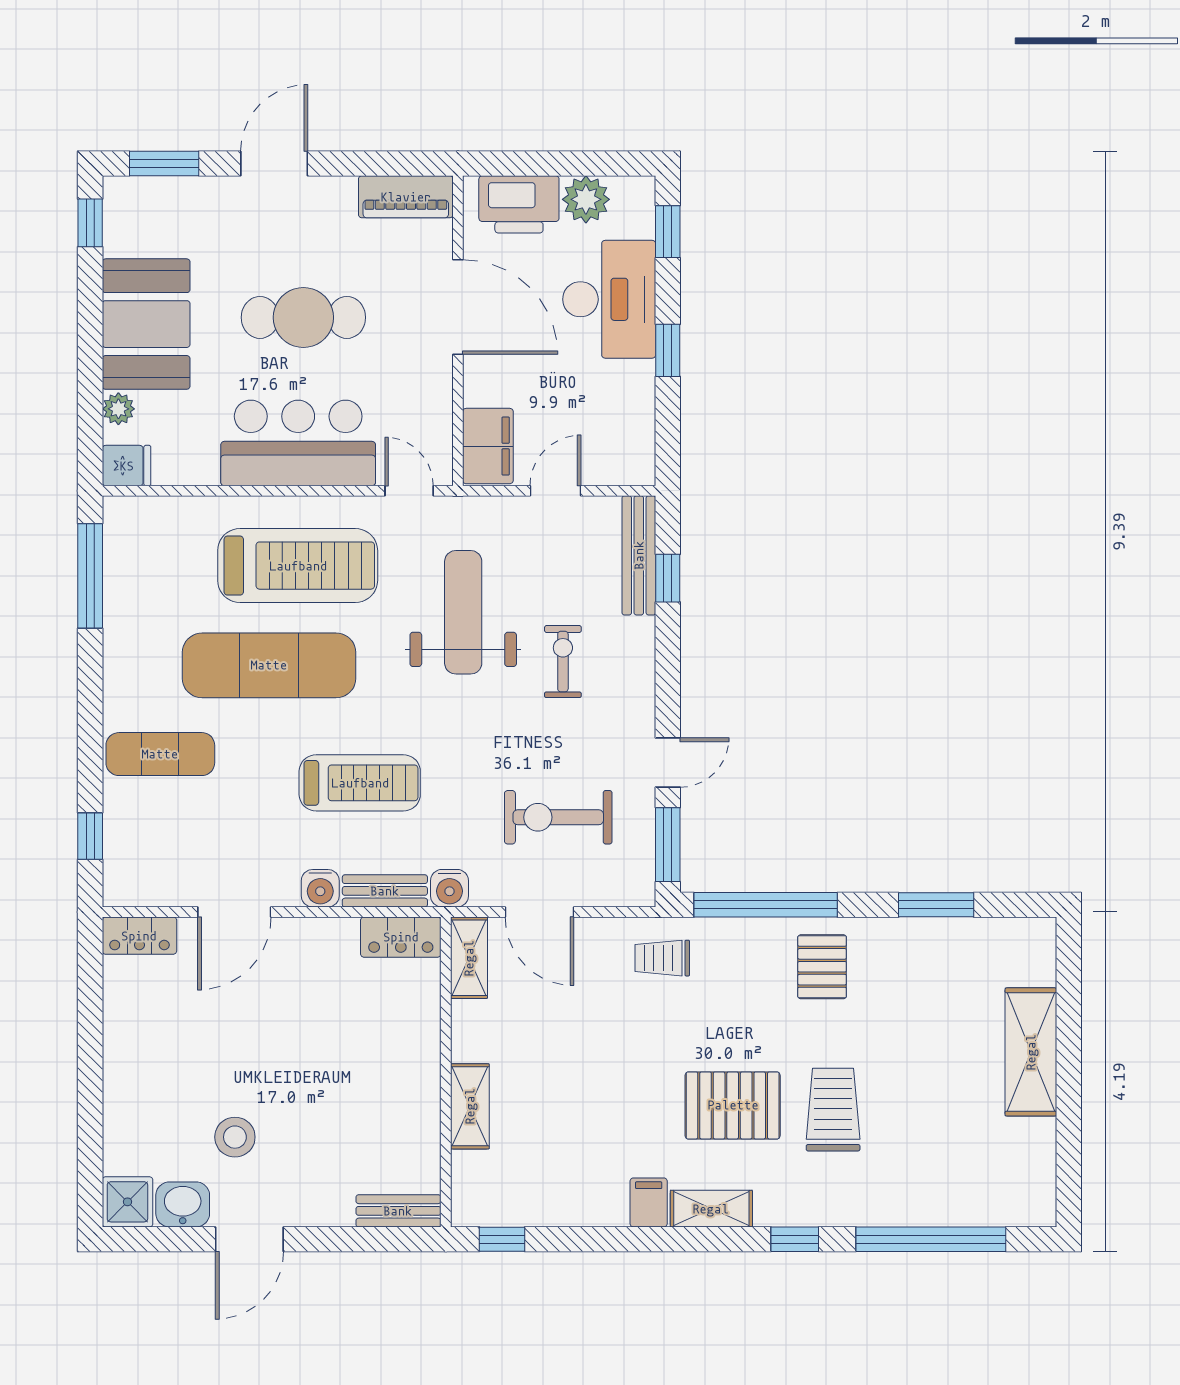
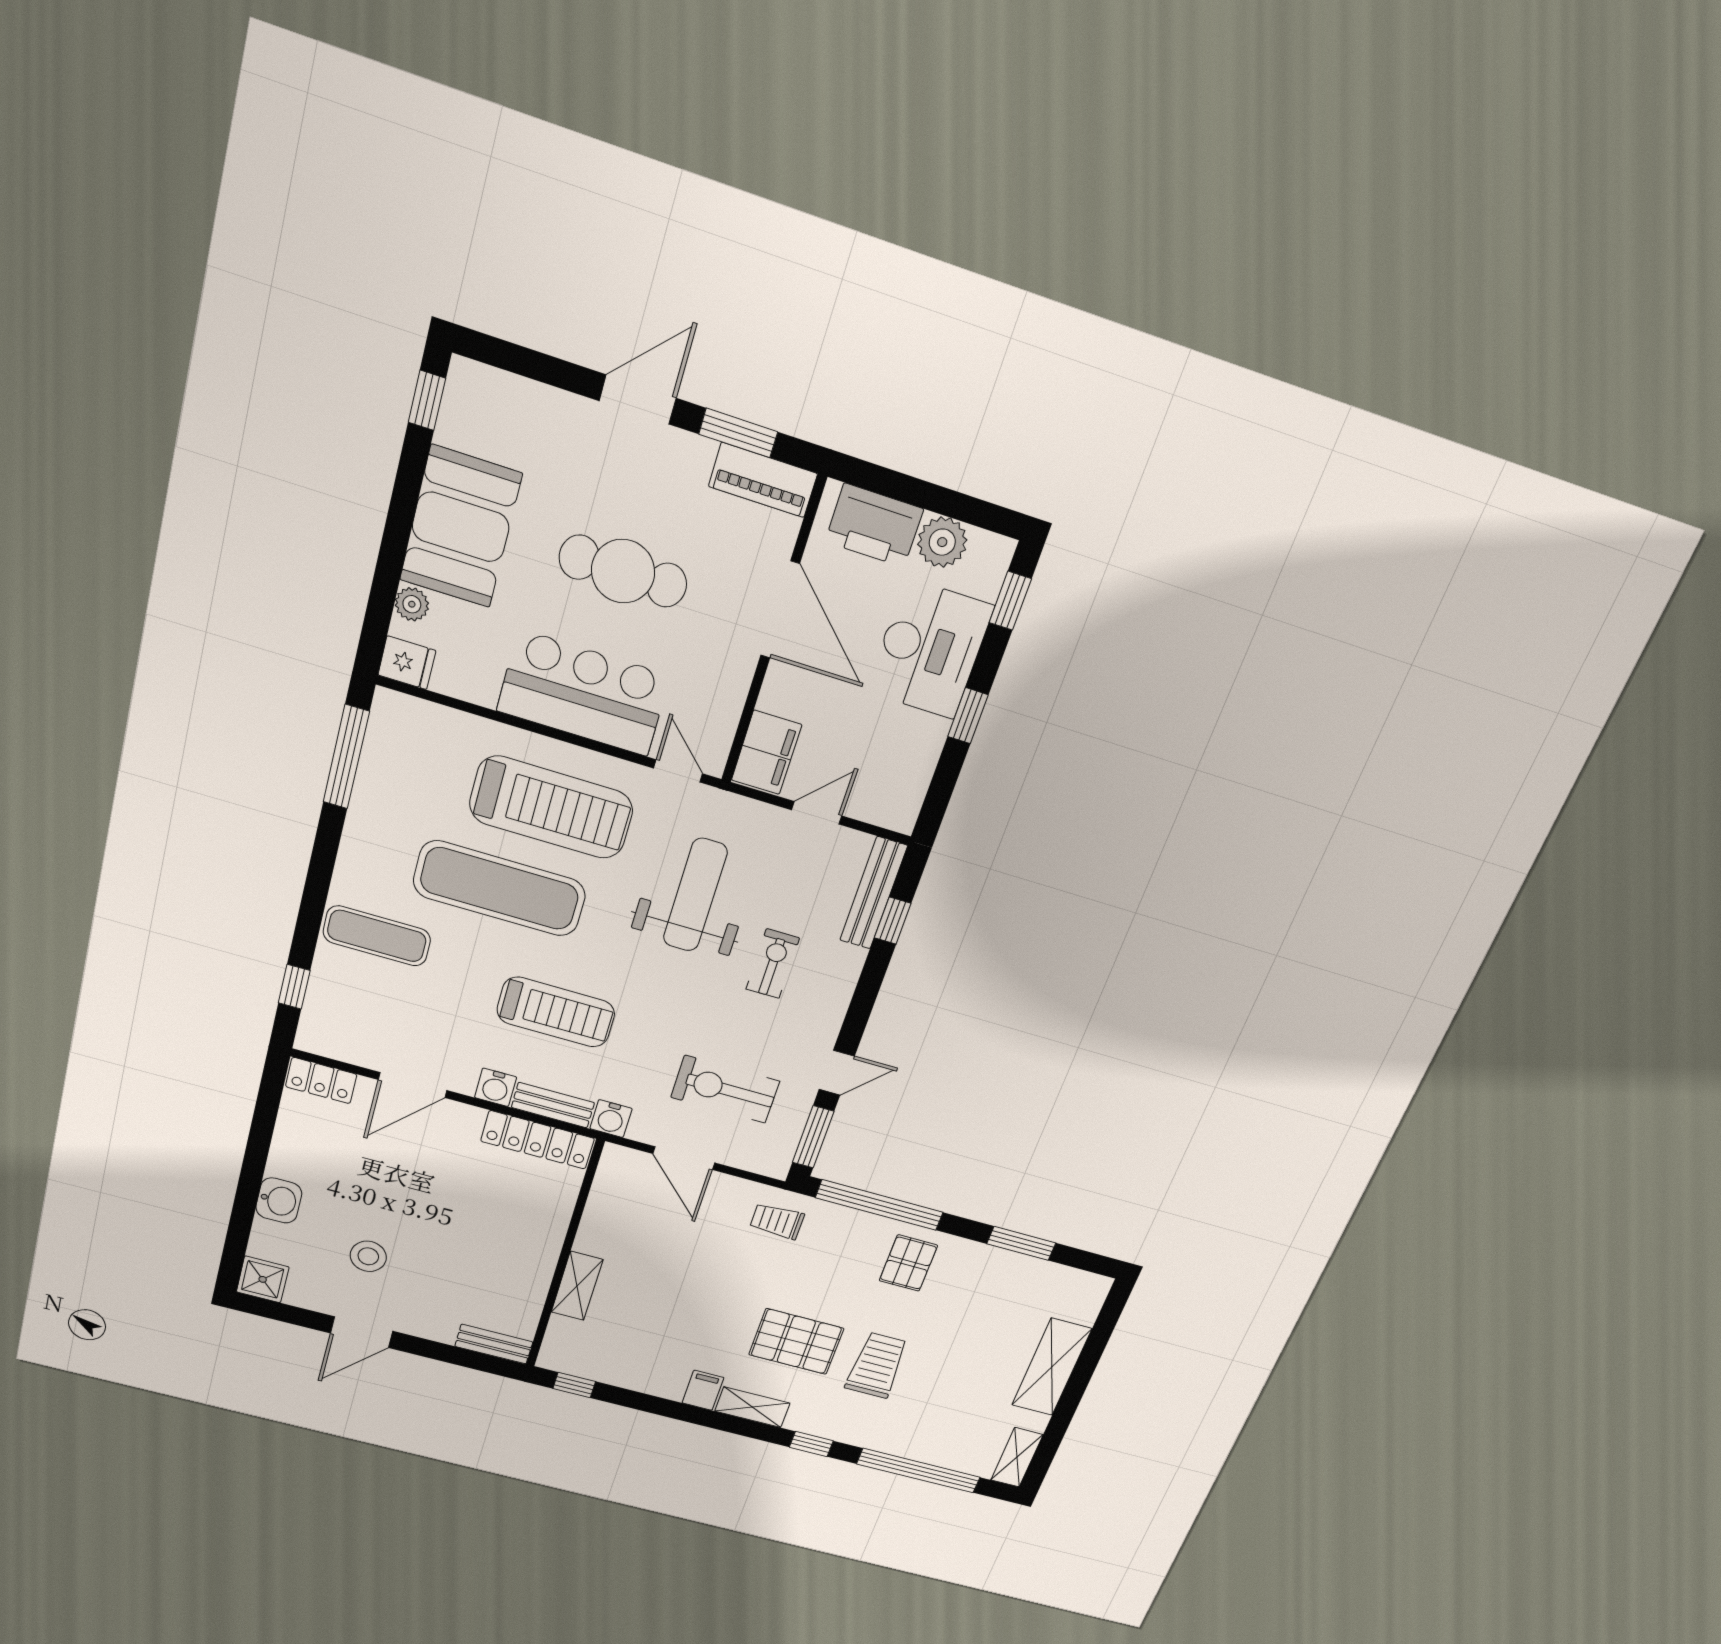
window: (164, 163) -> (738, 433), moved
locker: (401, 937) -> (538, 1140), width x1.53
shelving: (469, 958) -> (1017, 1457), moved
washbasin: (183, 1204) -> (279, 1200), moved, turned 90

